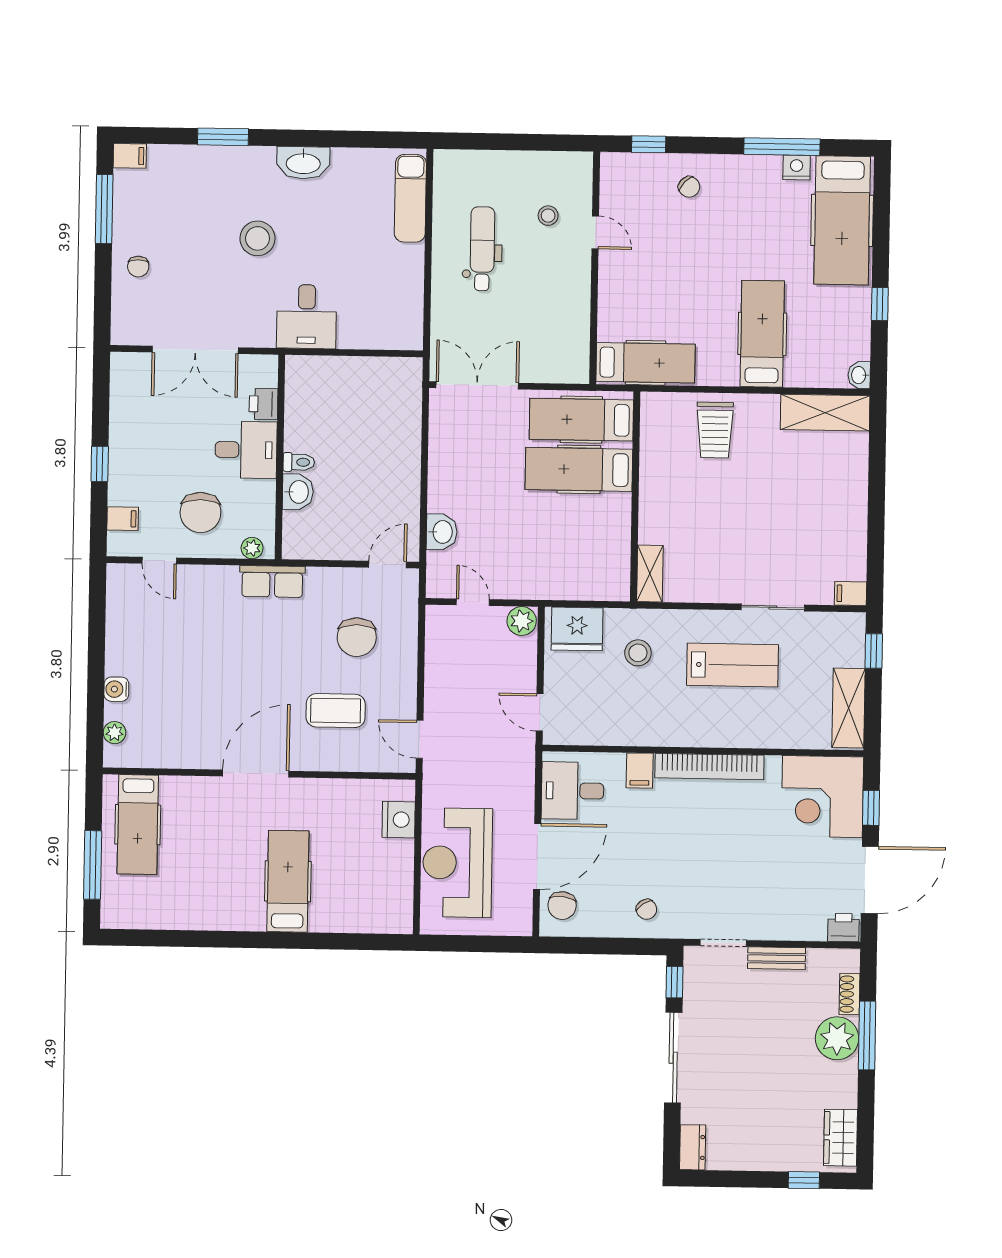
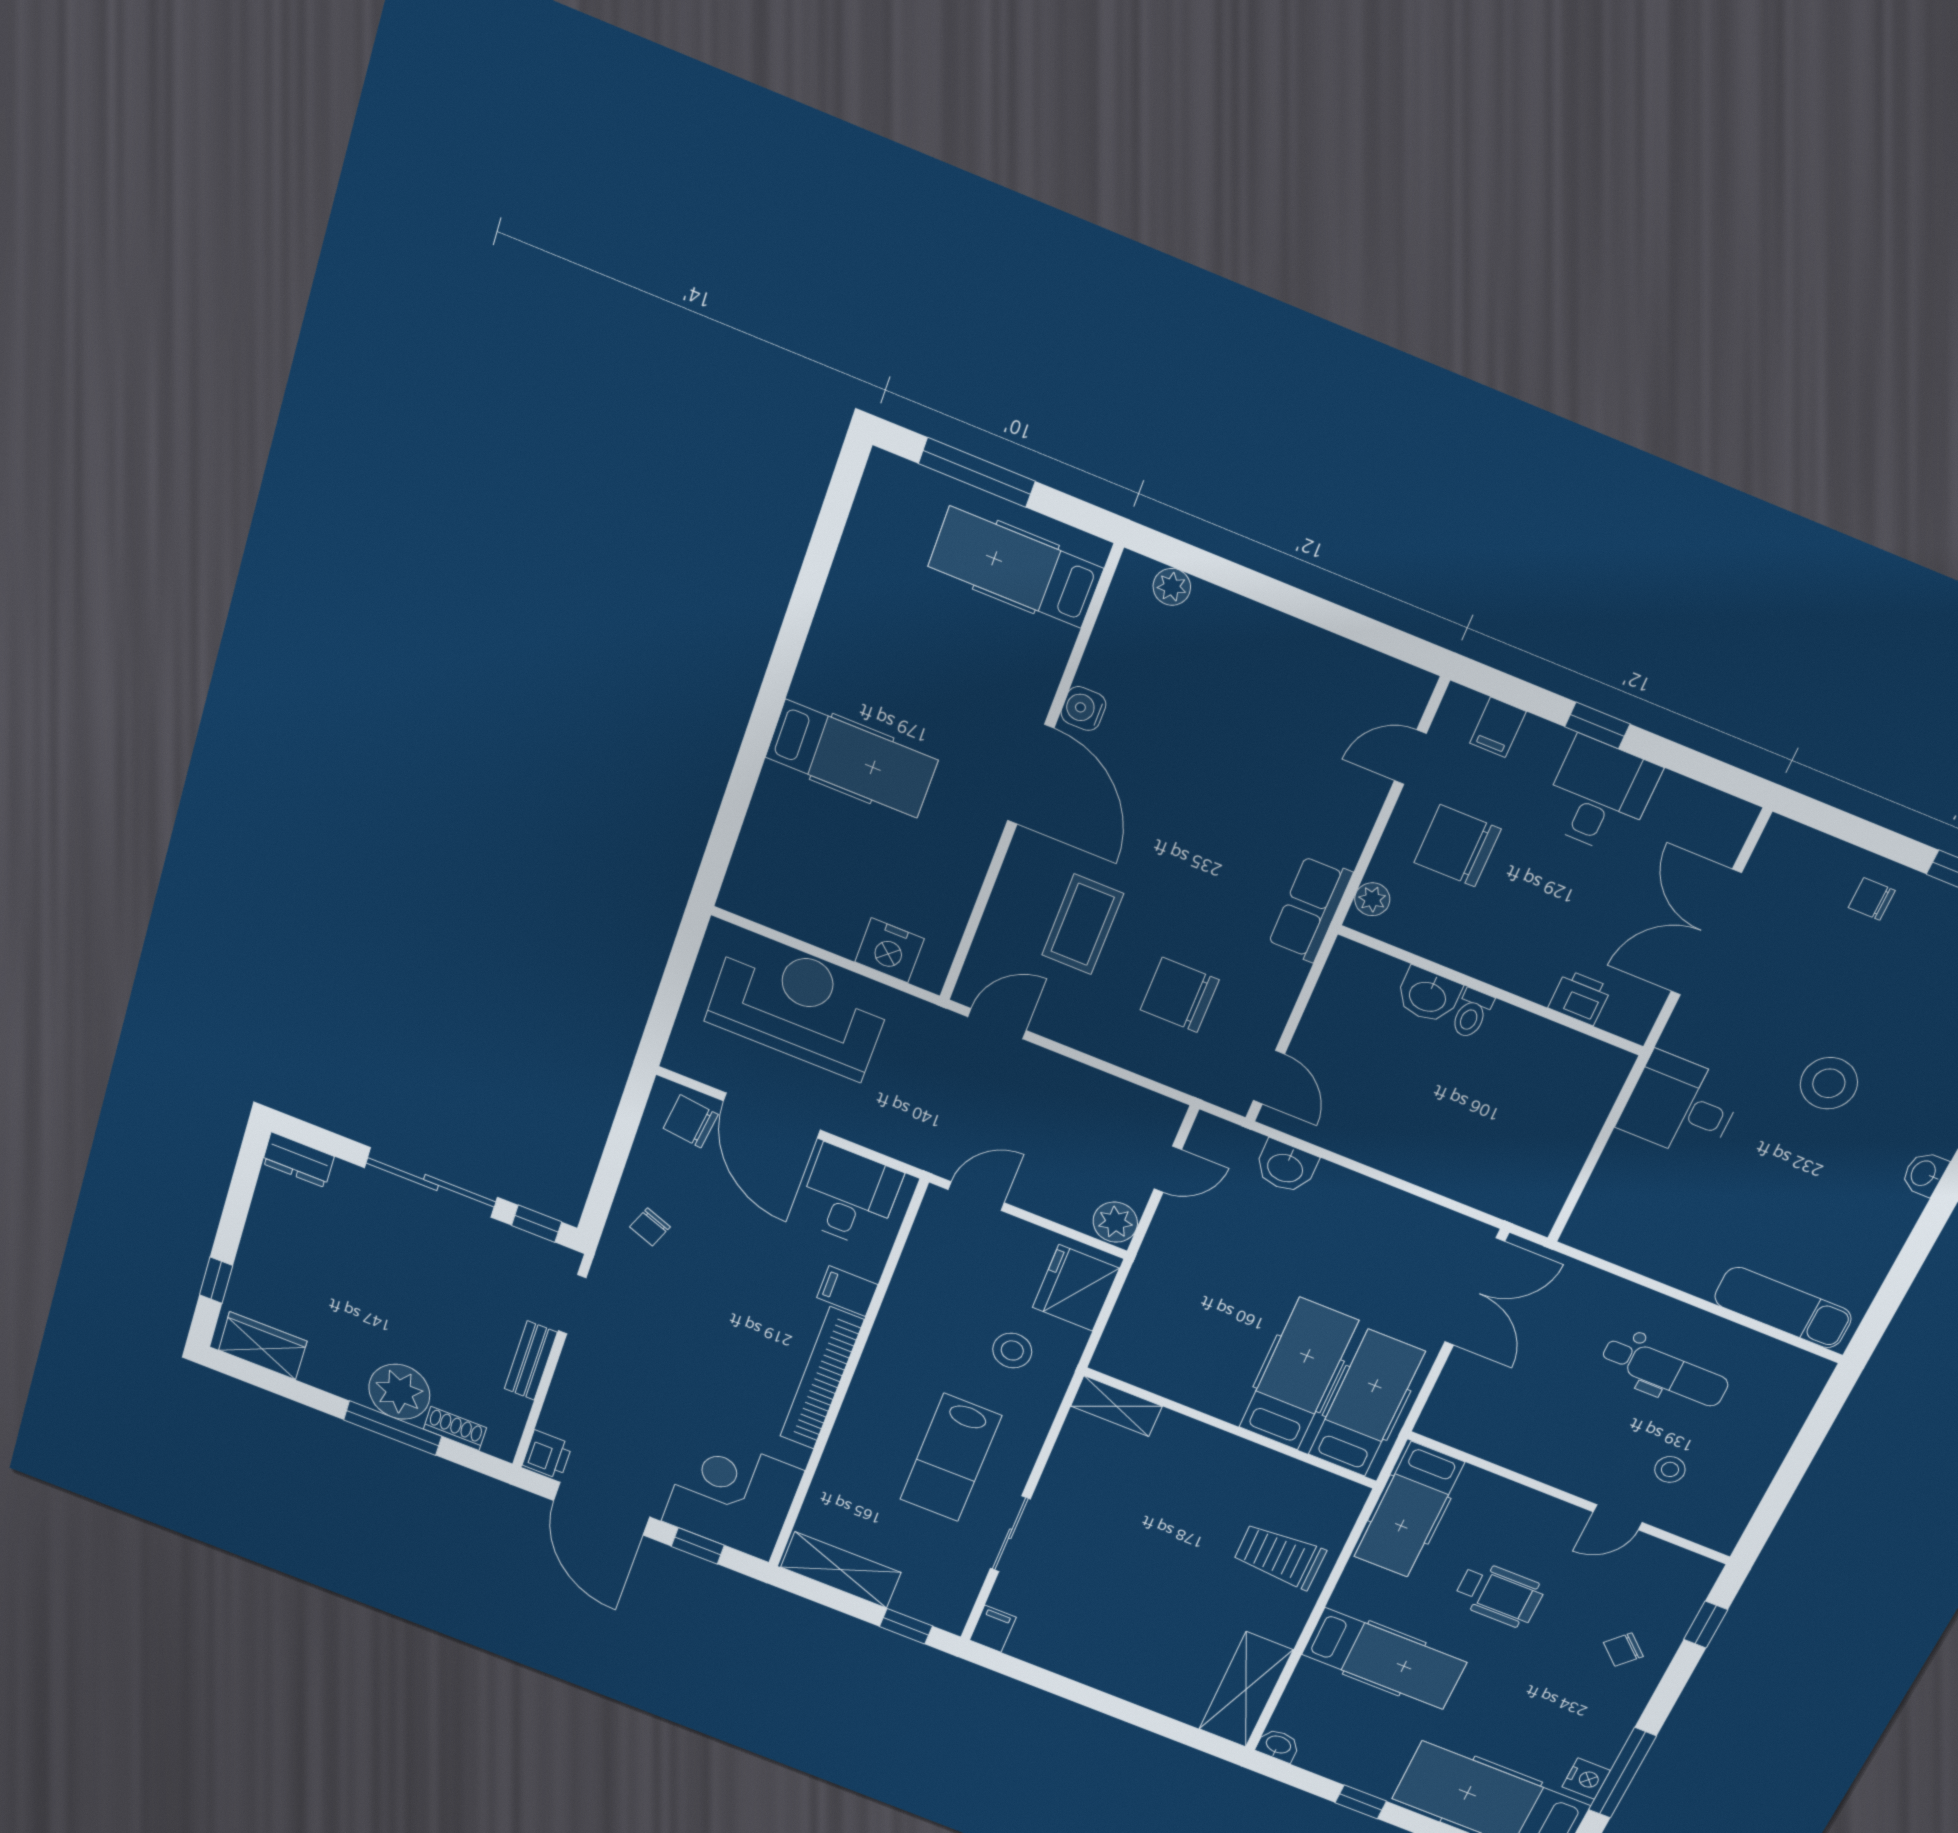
washbasin: (303, 163) -> (1924, 1174), width x0.52, depth x0.69
wheelchair: (683, 281) -> (1499, 1594), added
desk: (246, 450) -> (1600, 795), moved, turned 180
water cooler: (116, 689) -> (1083, 709), moved, turned -90
chair: (646, 909) -> (650, 1227), turned -36

